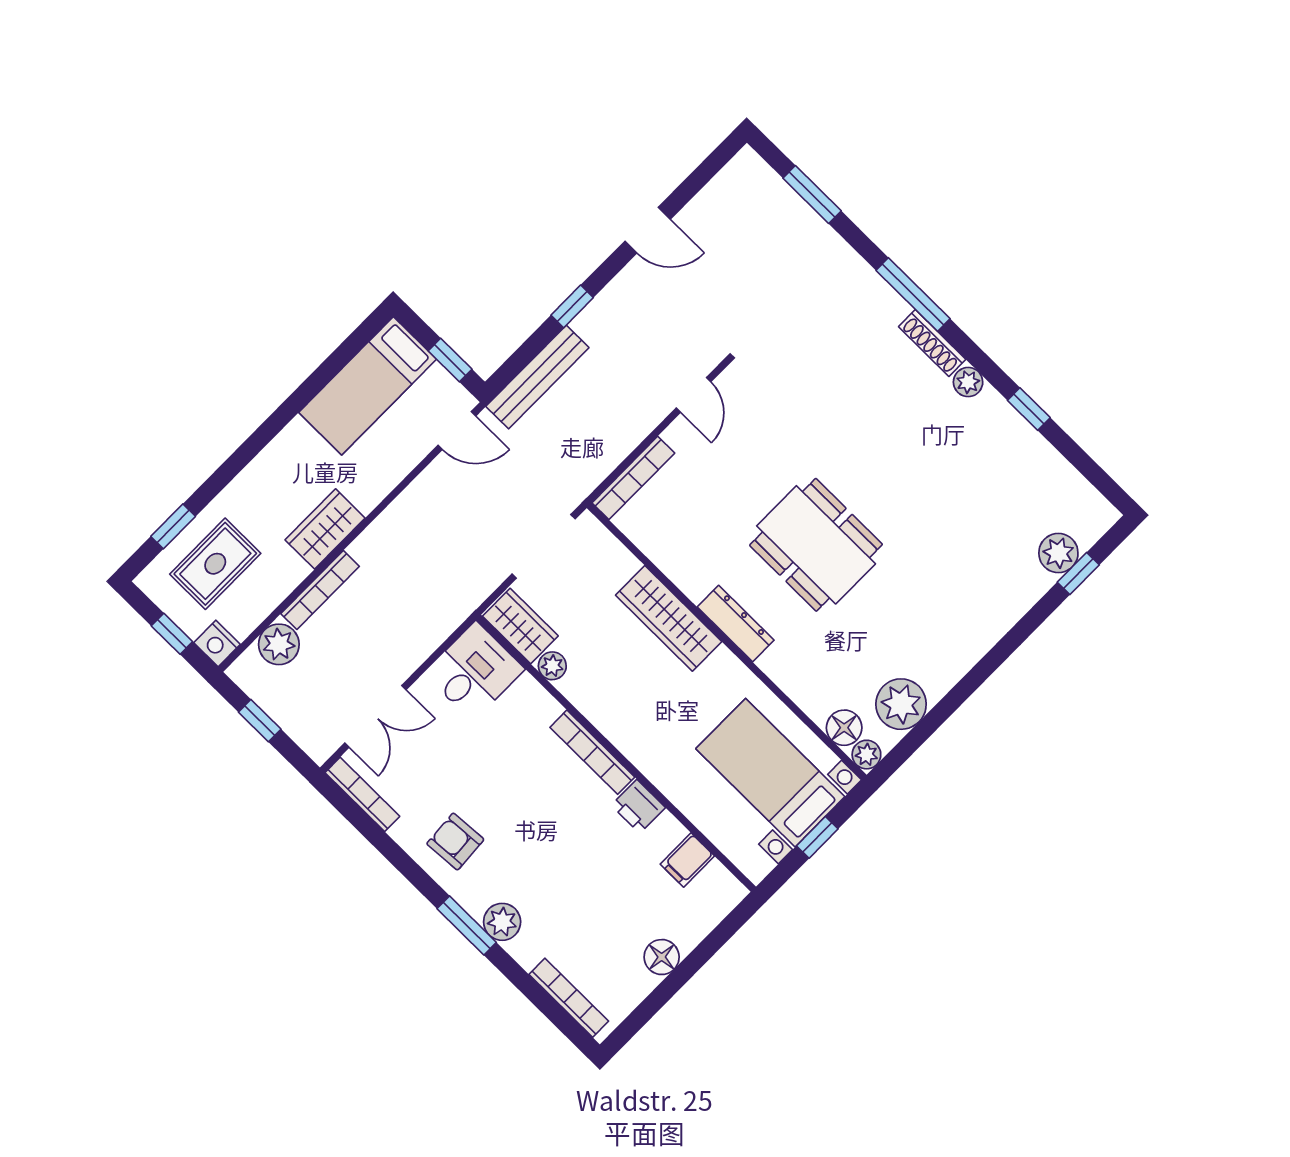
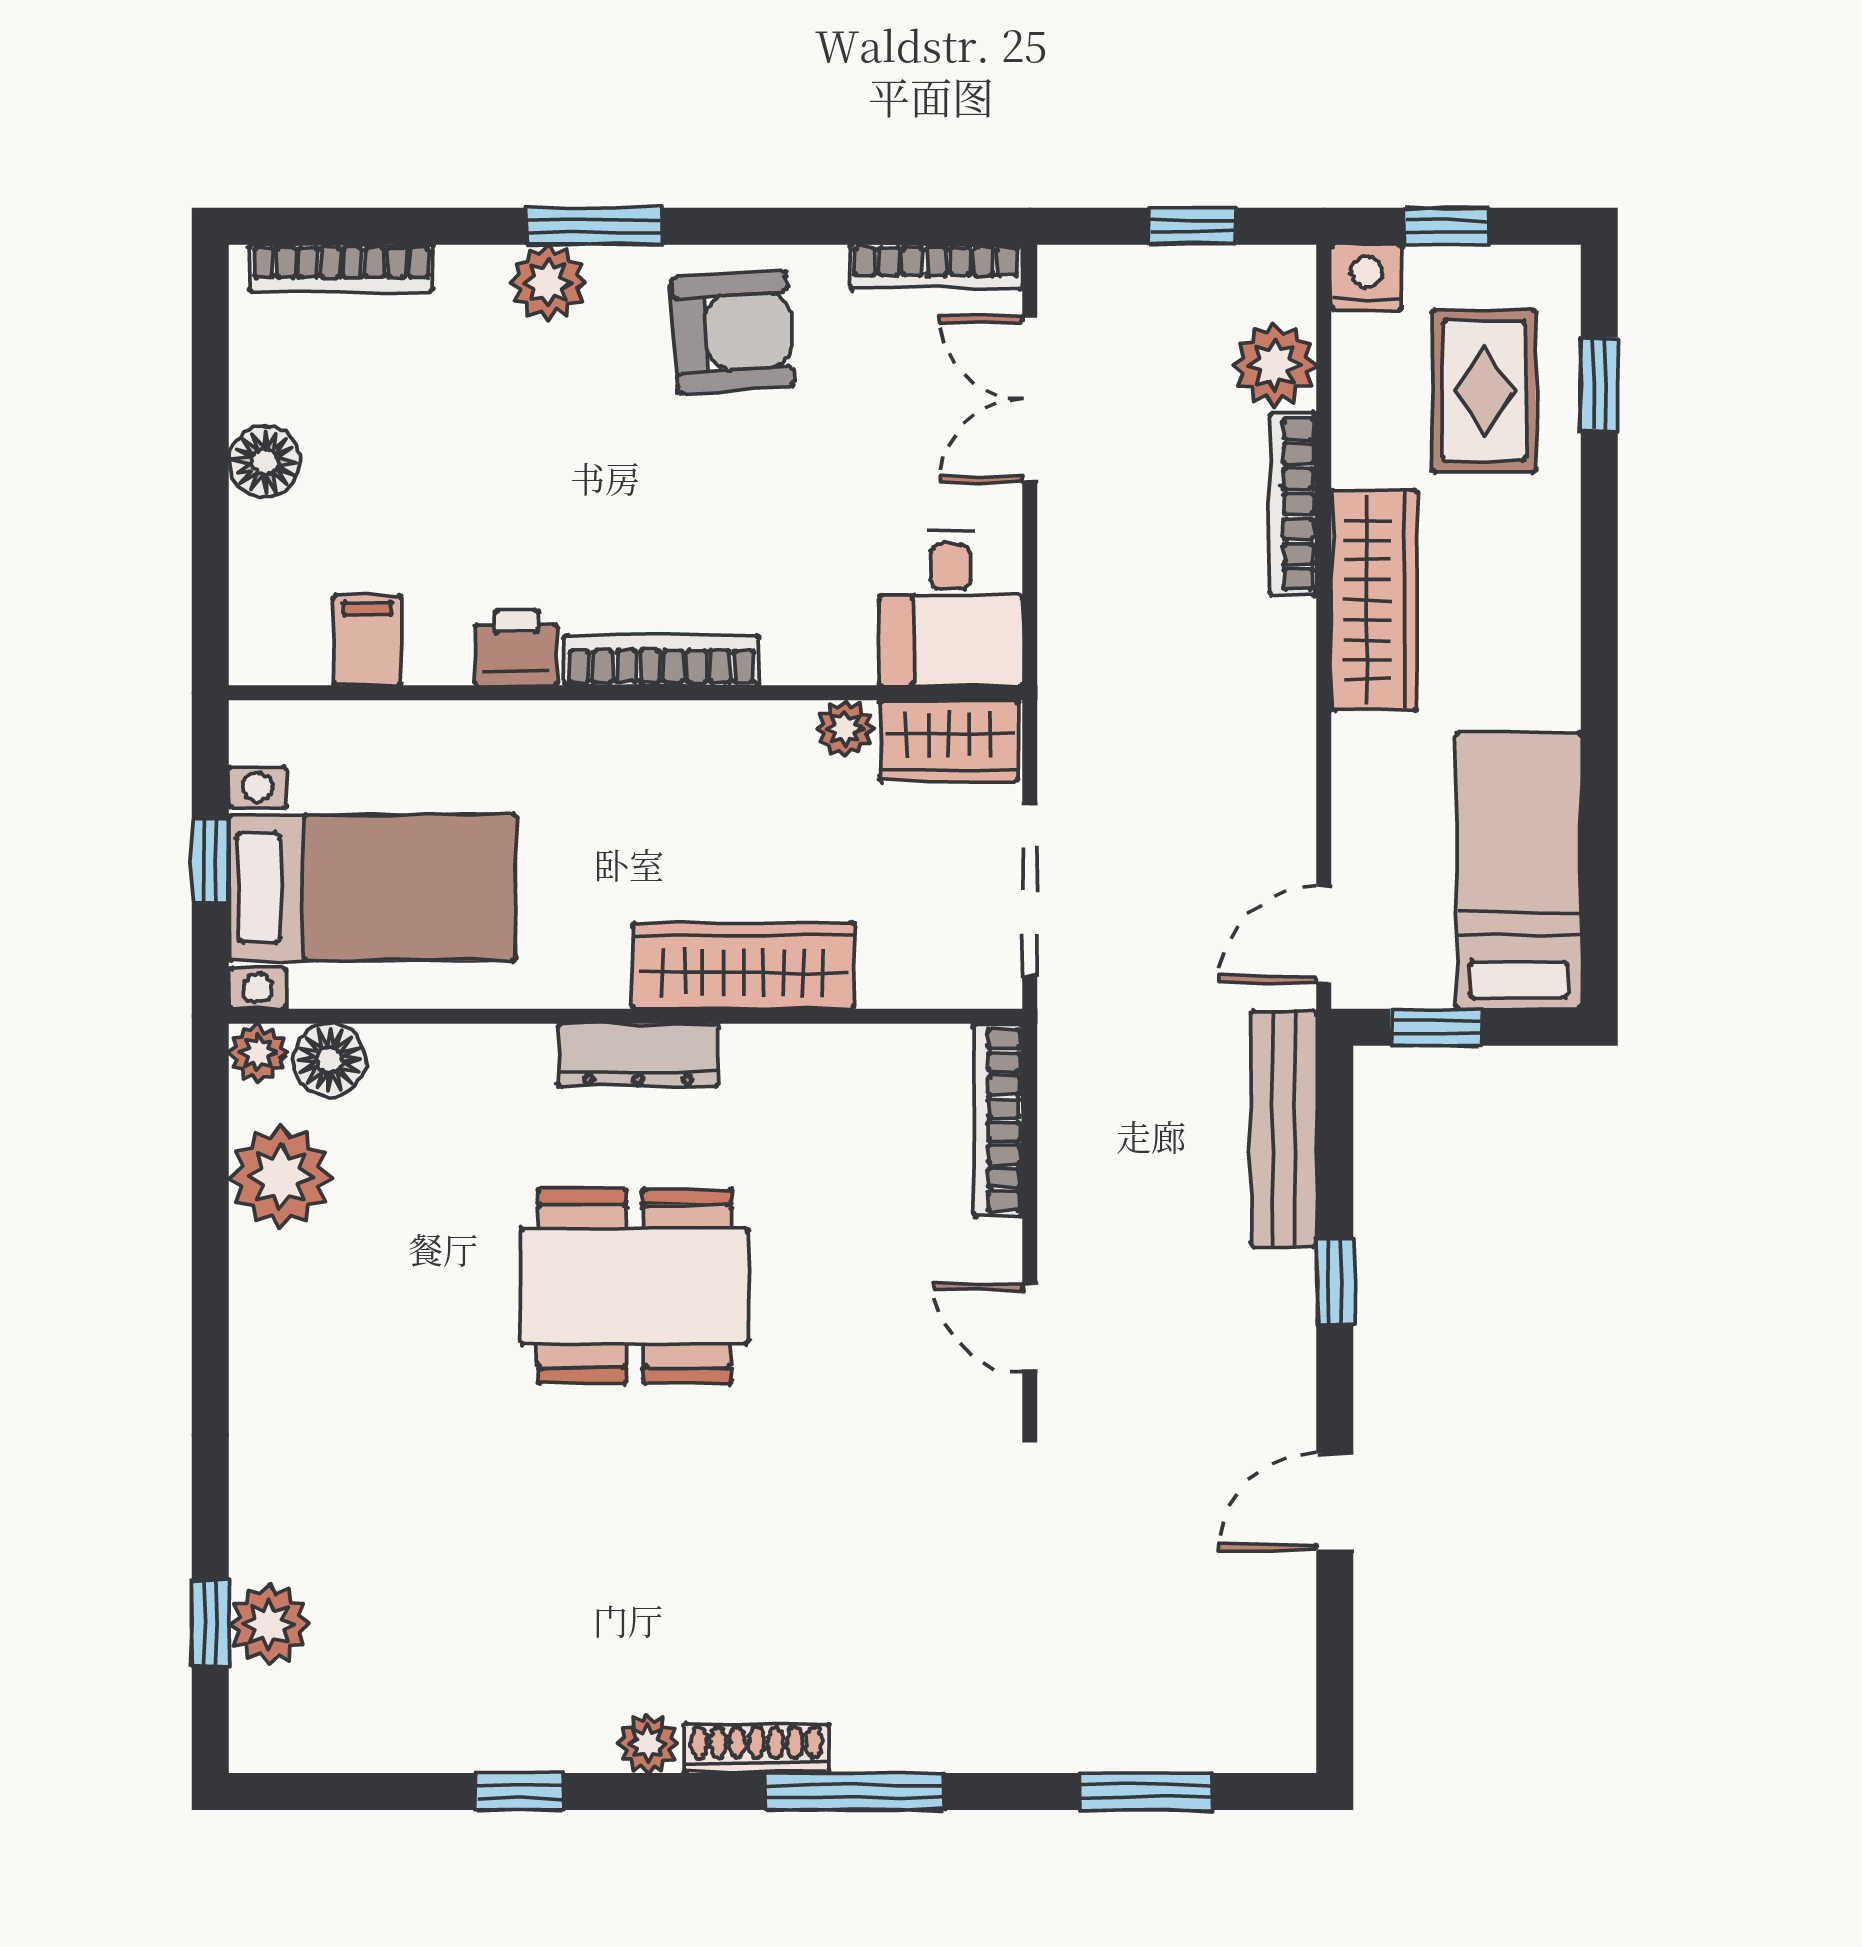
wardrobe: (325, 529) -> (1374, 600), width x1.50
armchair: (455, 842) -> (732, 332), width x1.38, depth x1.38

